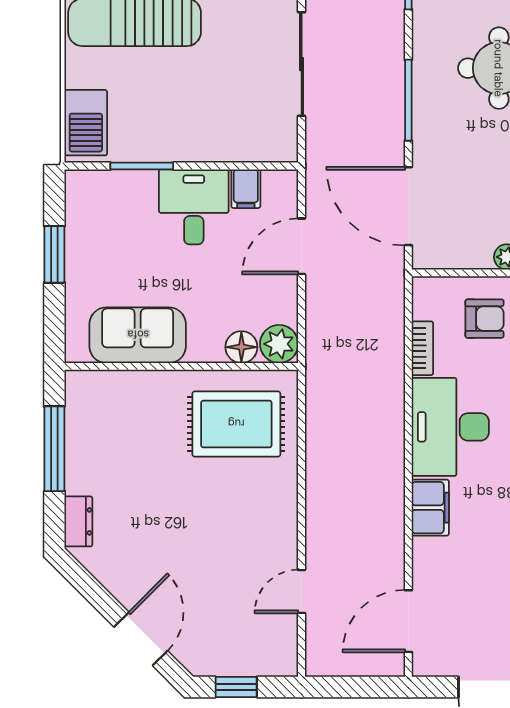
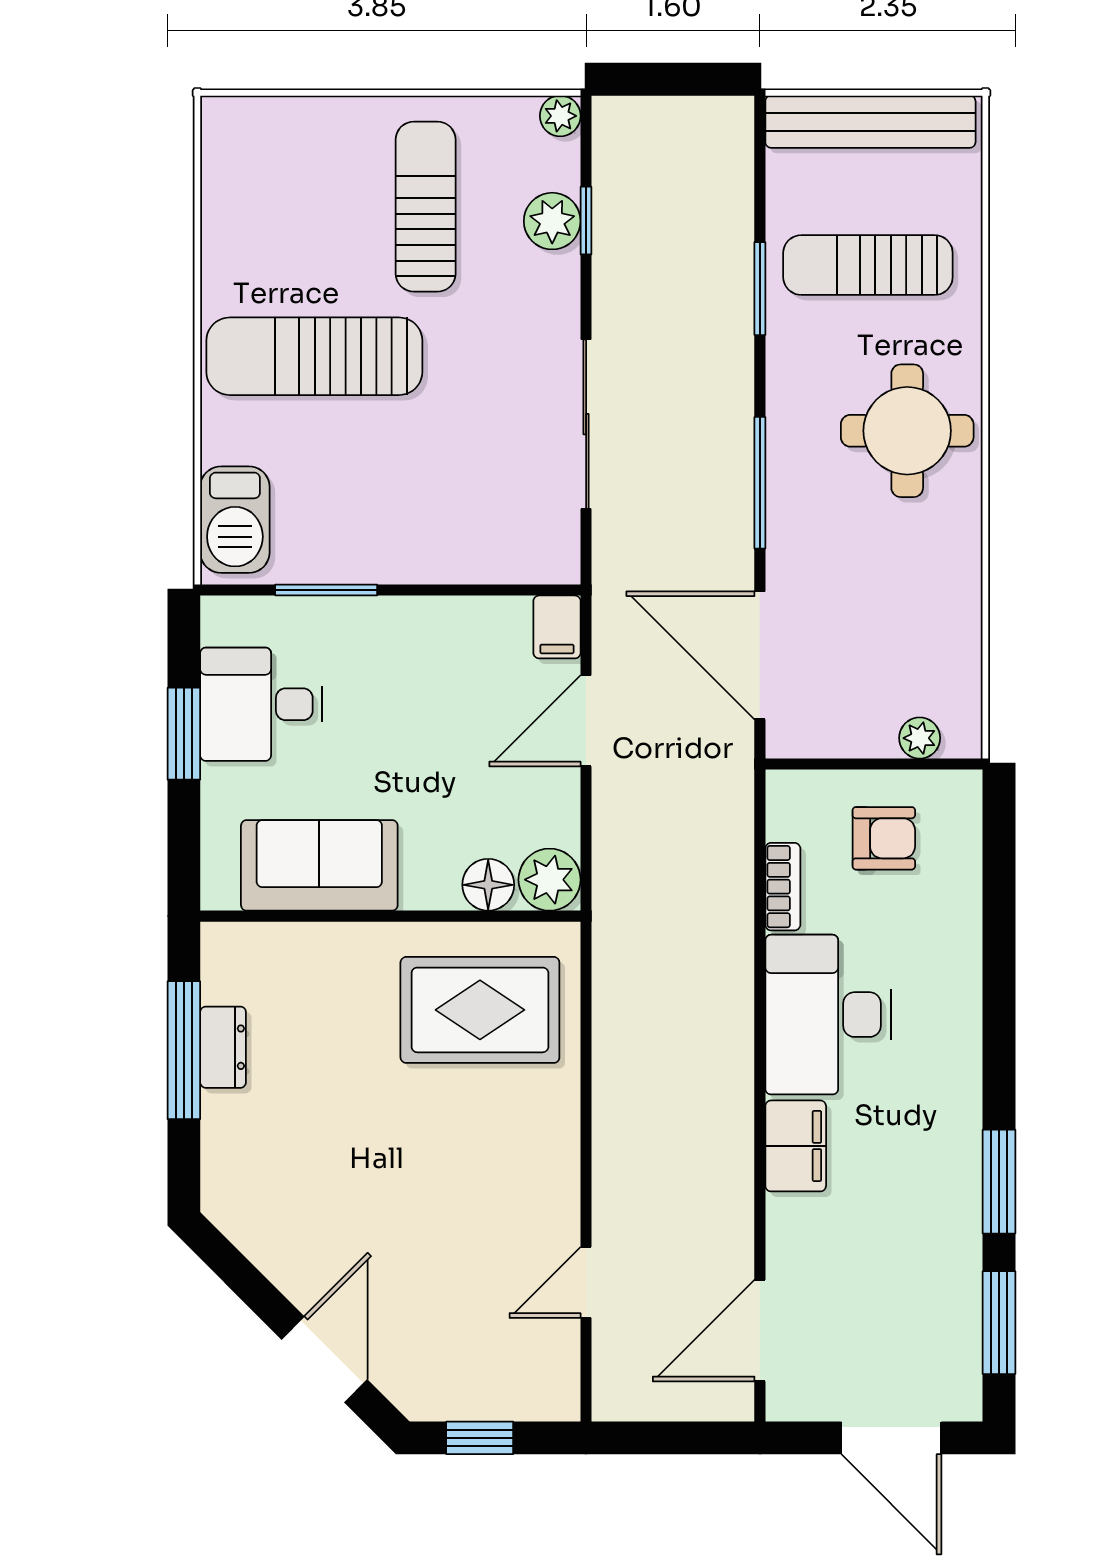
filing cabinet: (246, 189) -> (557, 627), moved
desk: (194, 207) -> (261, 704), moved, turned -90
dresser: (78, 521) -> (223, 1047), moved

